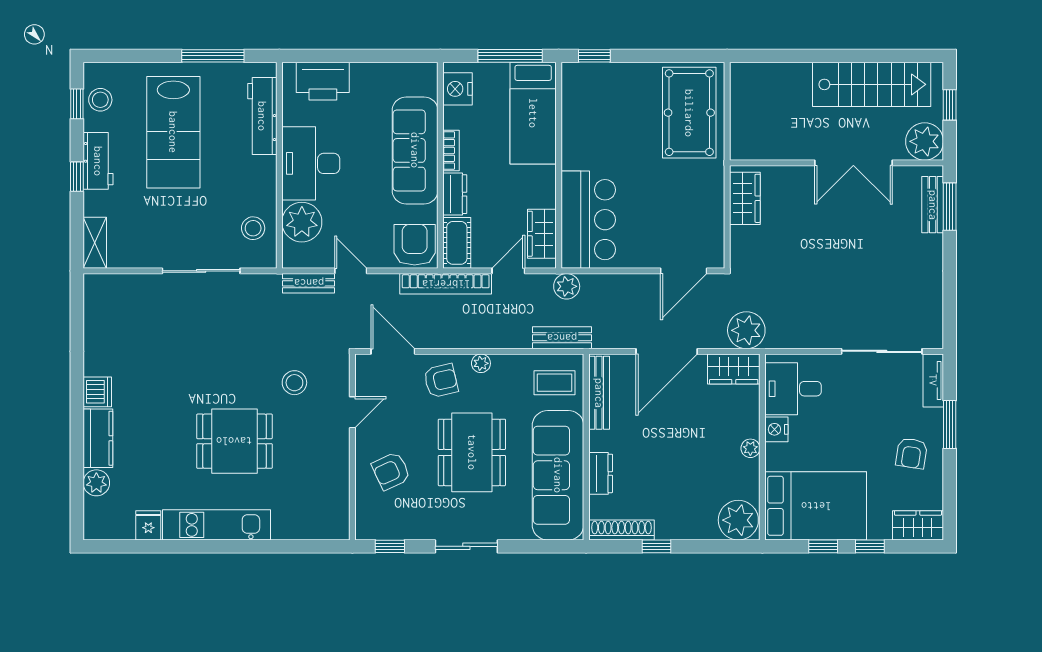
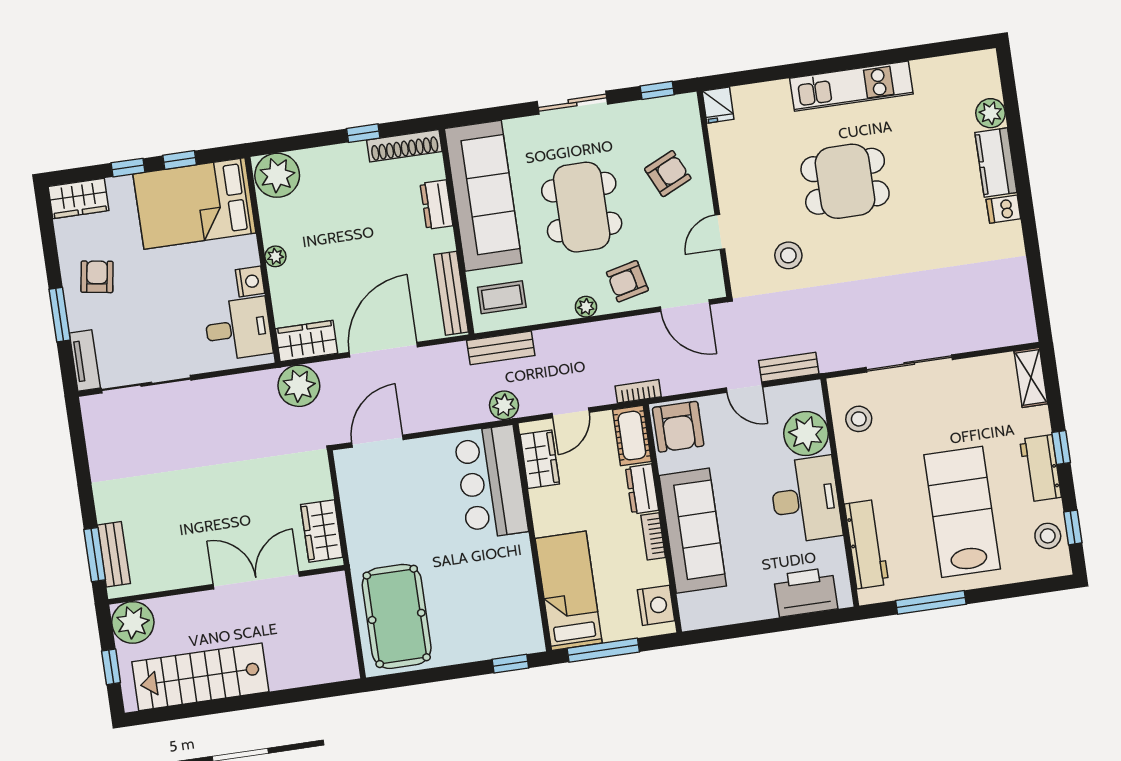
double door: (853, 163) -> (256, 580), moved
bookcase: (446, 284) -> (638, 391), width x0.43, depth x0.76
dishwasher: (97, 392) -> (1003, 209), width x0.73
fridge: (148, 525) -> (718, 105), moved

